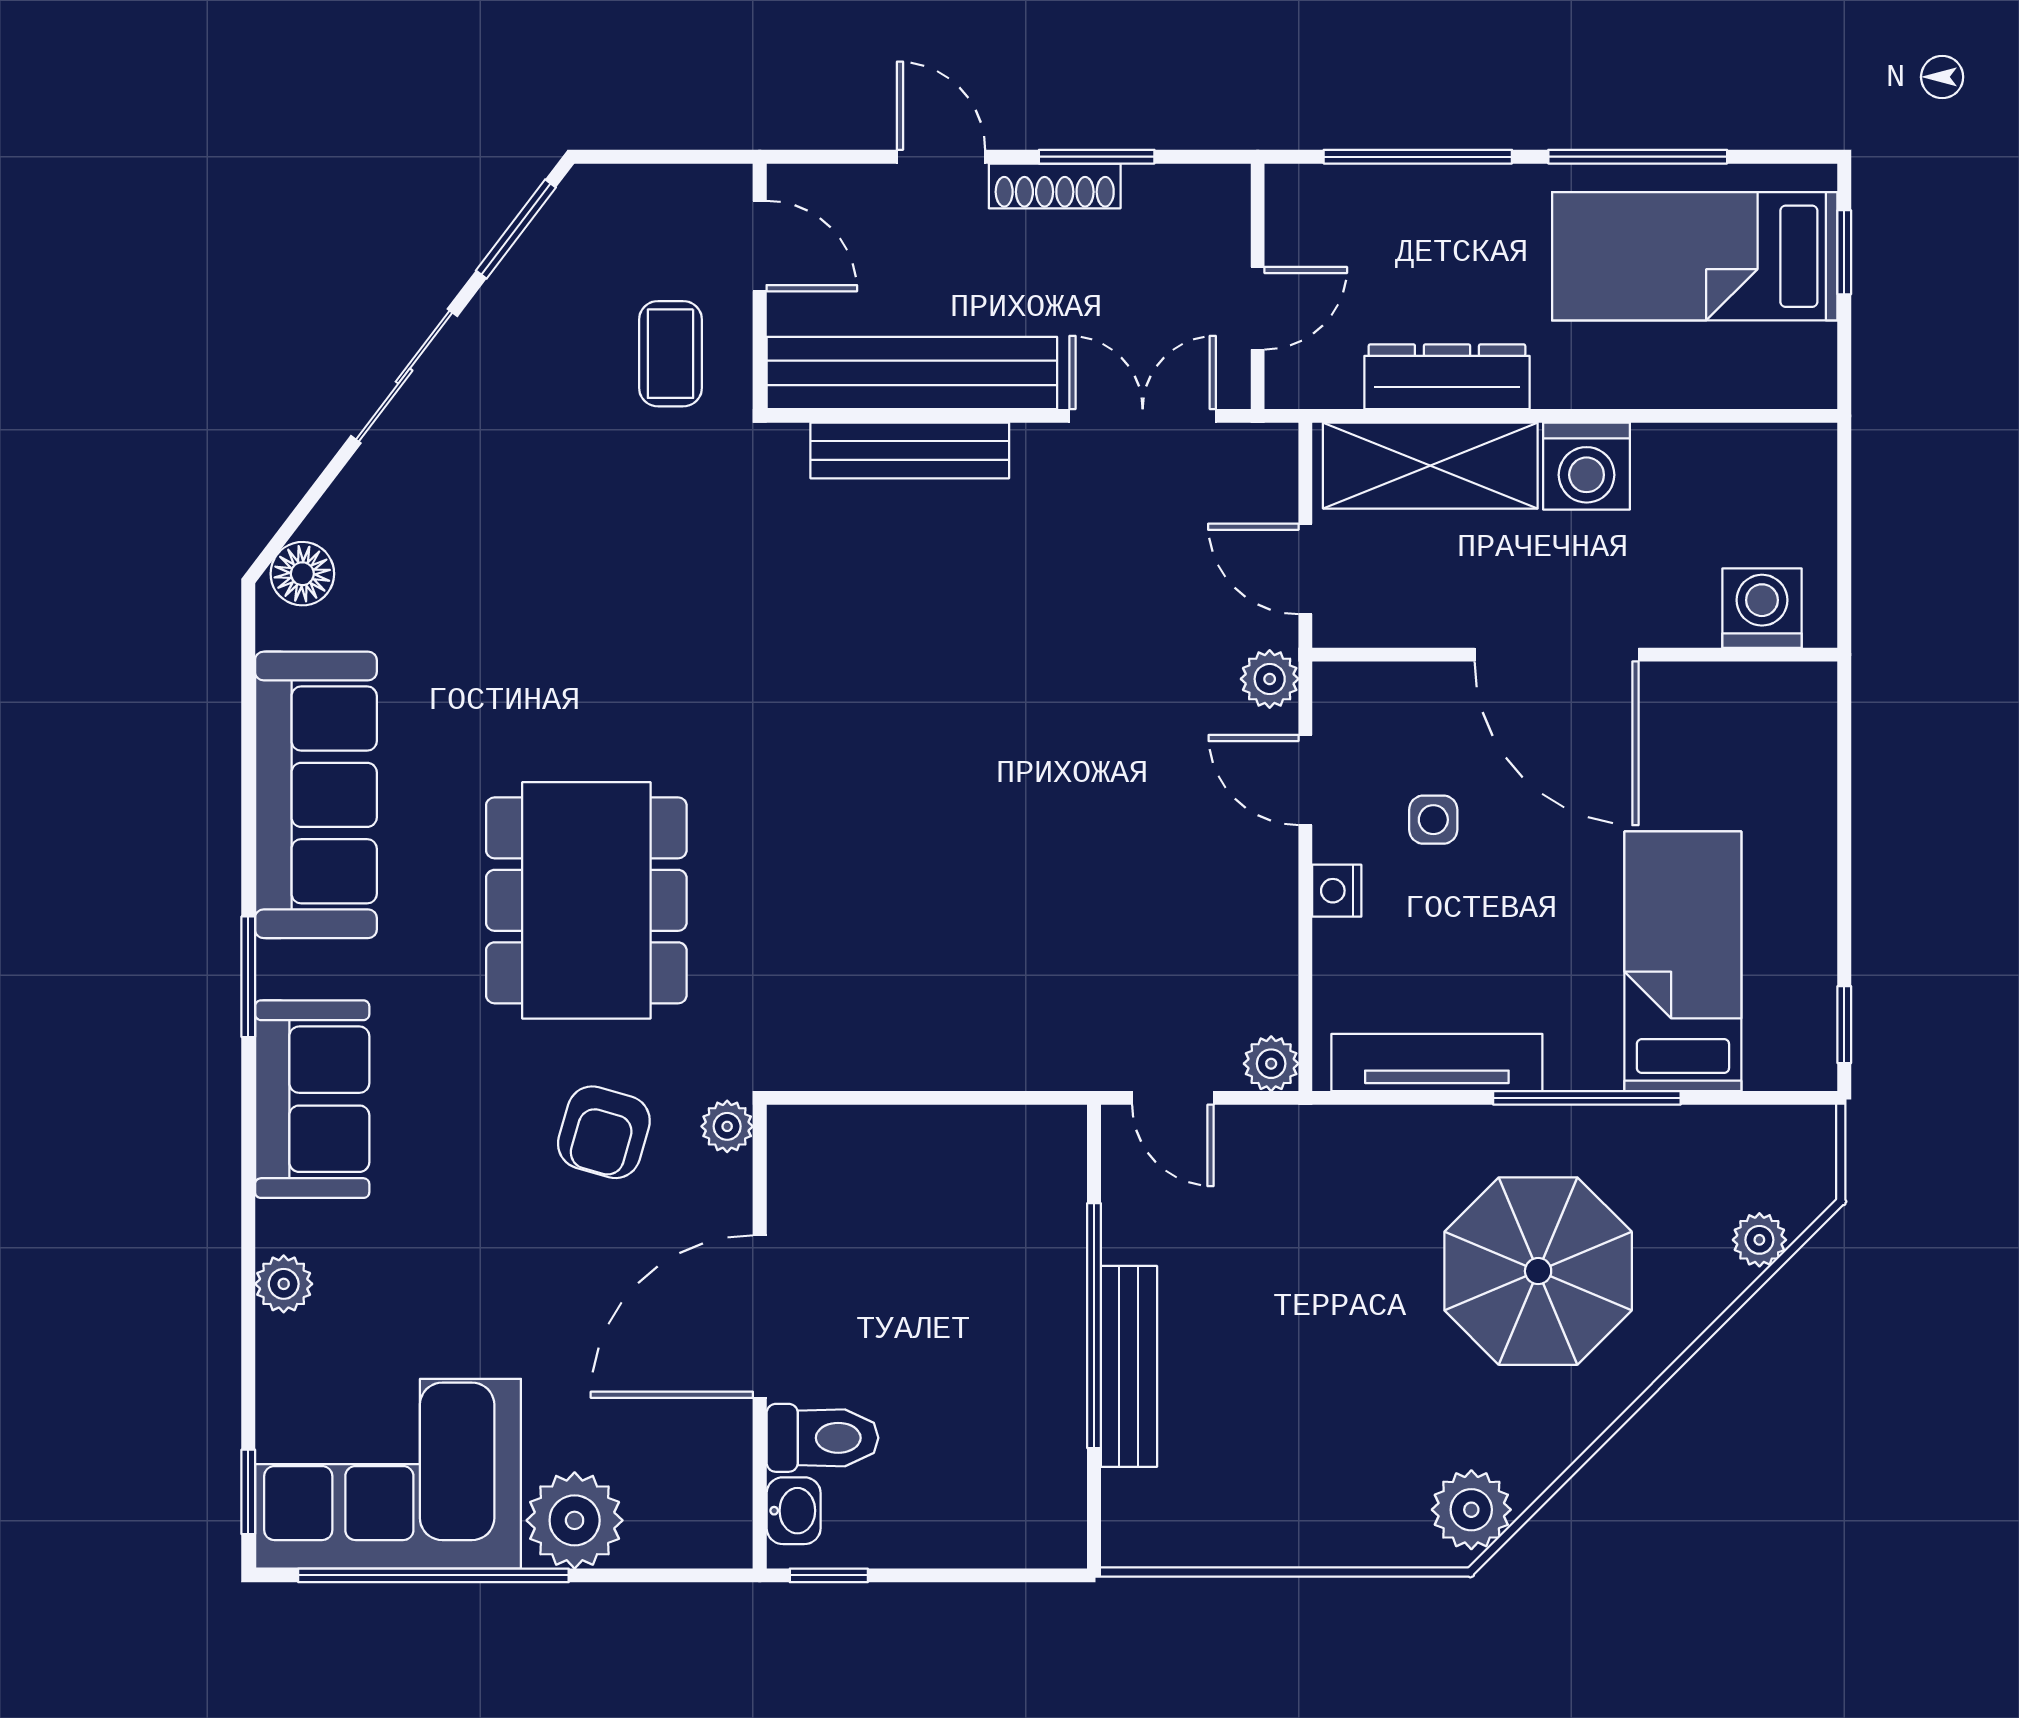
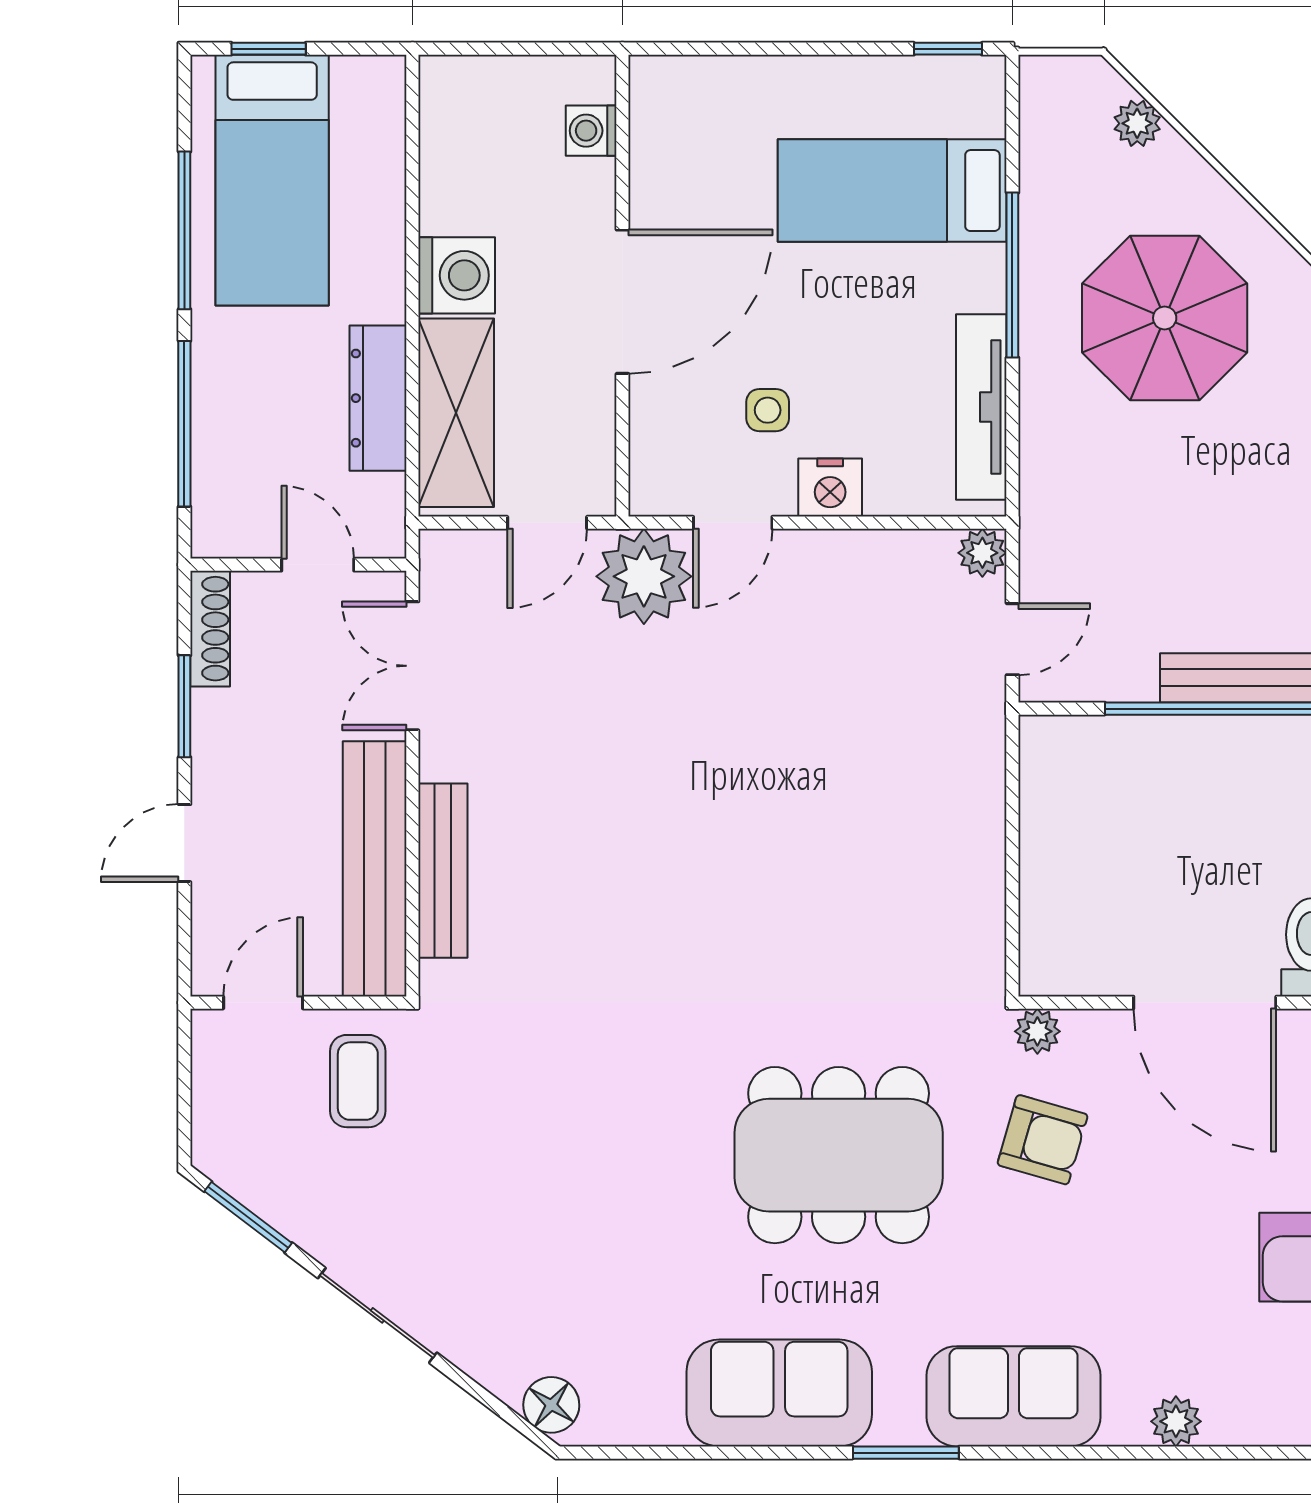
shoe rack: (1055, 186) -> (210, 629), moved
coffee table: (671, 354) -> (358, 1081), turned 90
washing machine: (1762, 608) -> (591, 131), width x0.73, depth x0.73
plant: (1270, 679) -> (644, 576), width x1.88, depth x1.88
sofa: (316, 795) -> (779, 1393), width x0.73
nightstand: (1337, 891) -> (830, 487), width x1.39, depth x1.35

